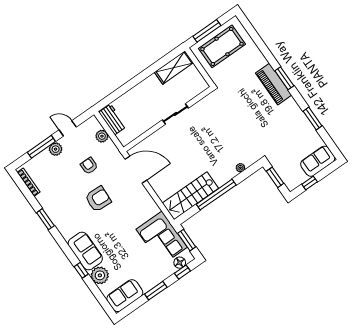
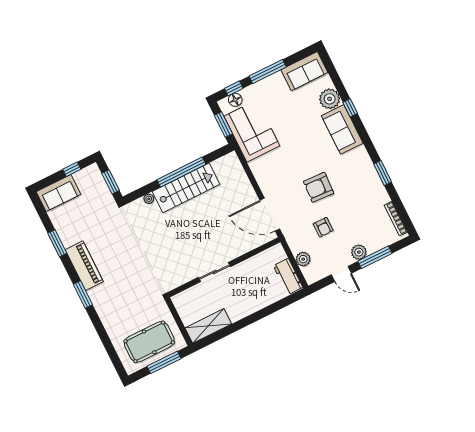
piano: (274, 84) -> (84, 266), moved
stairs: (190, 196) -> (186, 188), moved
window: (156, 291) -> (268, 72), width x1.44

